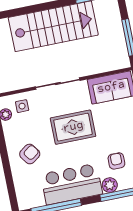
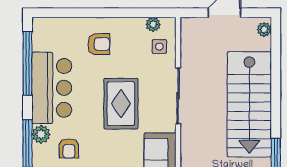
armchair: (30, 154) -> (99, 44), turned -54
armchair: (116, 161) -> (69, 148), turned 90

